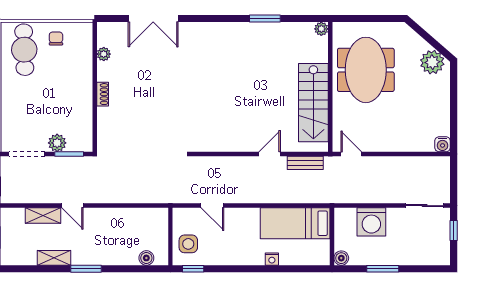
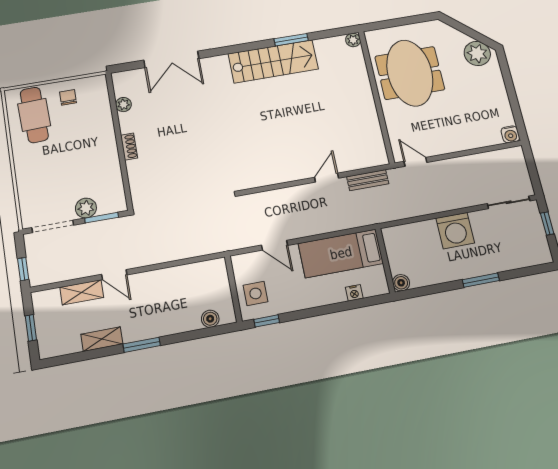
stairs: (313, 103) -> (273, 61), moved, turned -90
bed: (295, 223) -> (341, 253), moved
wall: (332, 236) -> (385, 260), moved
boiler: (341, 258) -> (401, 283), moved

